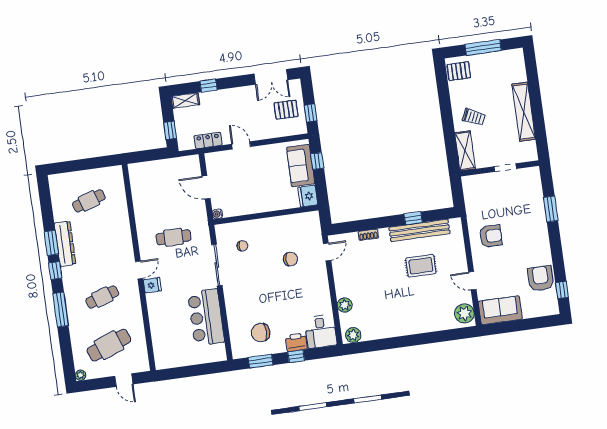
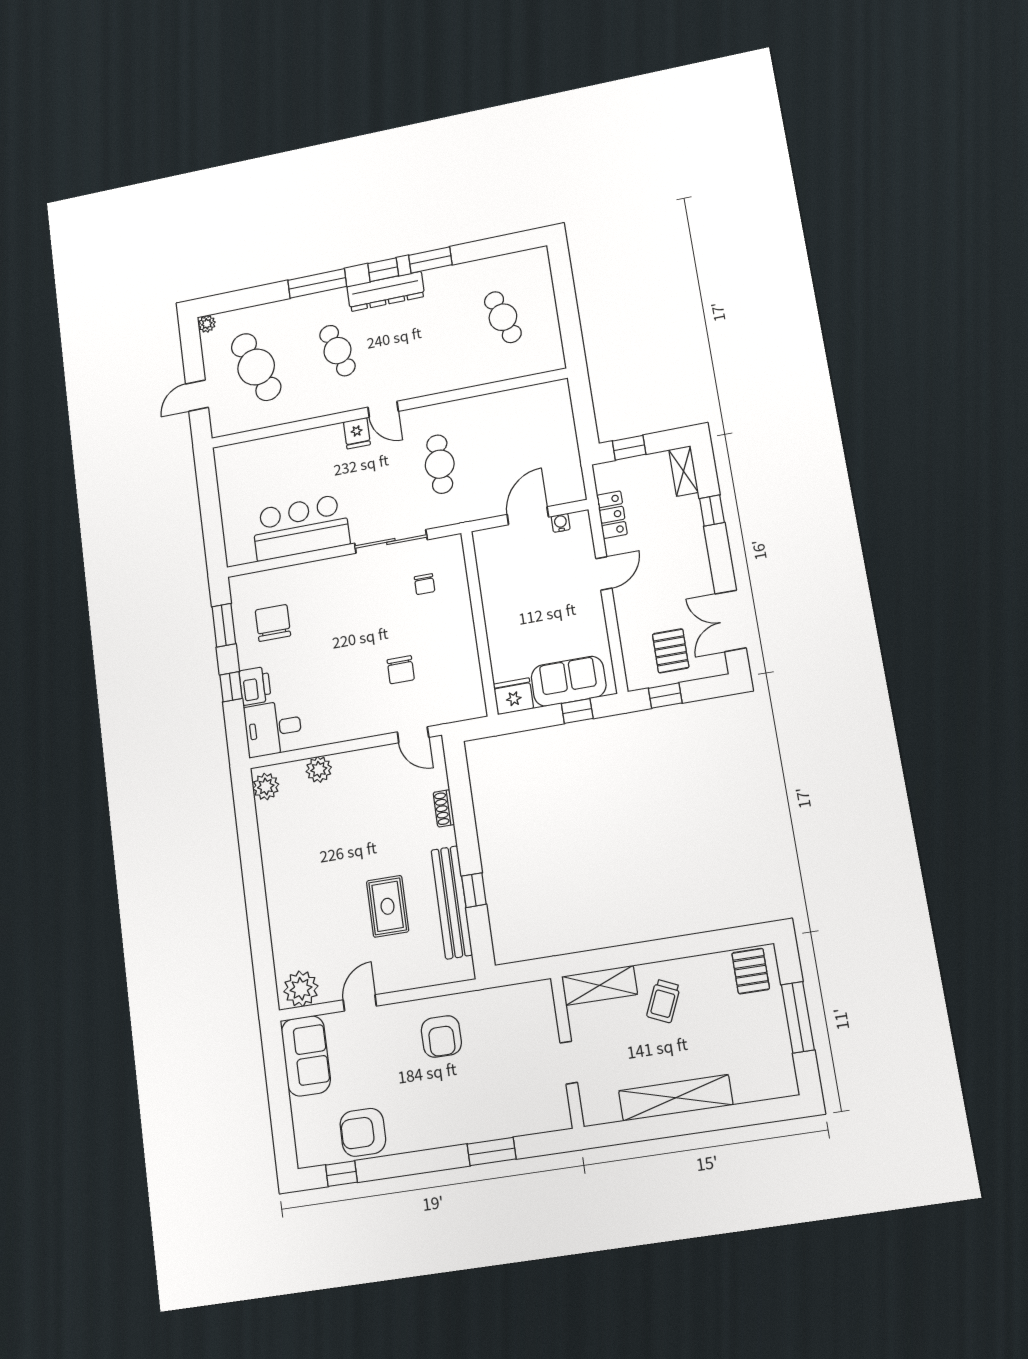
water cooler: (217, 214) -> (561, 523), moved
dresser: (65, 244) -> (386, 291), moved
armchair: (541, 278) -> (363, 1132), turned 180

